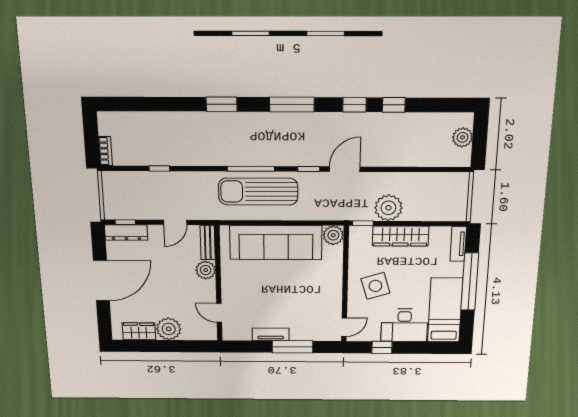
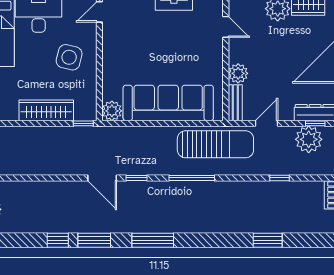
window: (222, 104) -> (268, 240), moved
window: (354, 105) -> (94, 240), width x1.50
door: (345, 169) -> (102, 178), hinge flipped
sun lounger: (258, 192) -> (215, 144), moved
plant: (388, 208) -> (309, 139), moved
side table: (375, 286) -> (69, 57), turned 31

